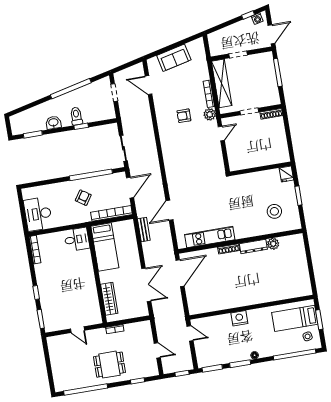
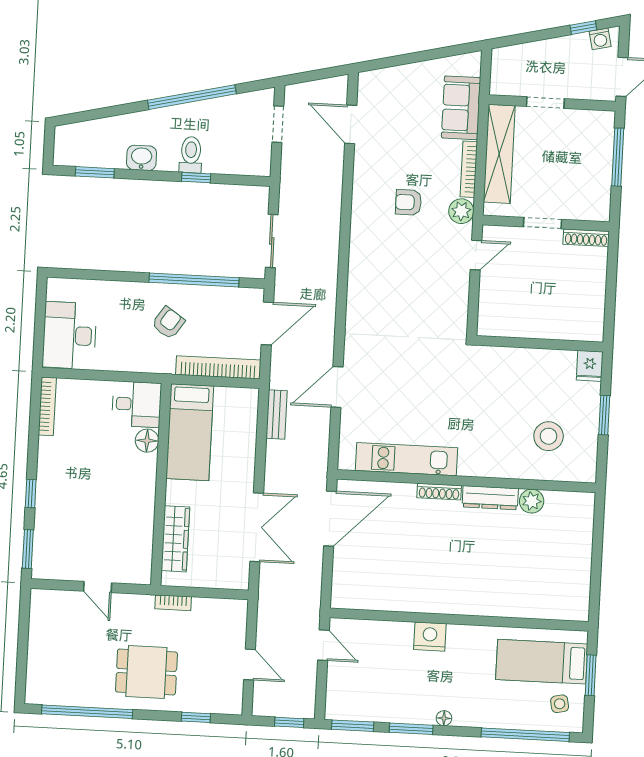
sofa: (174, 58) -> (461, 108), moved, turned 103
floor lamp: (86, 255) -> (147, 441), added

